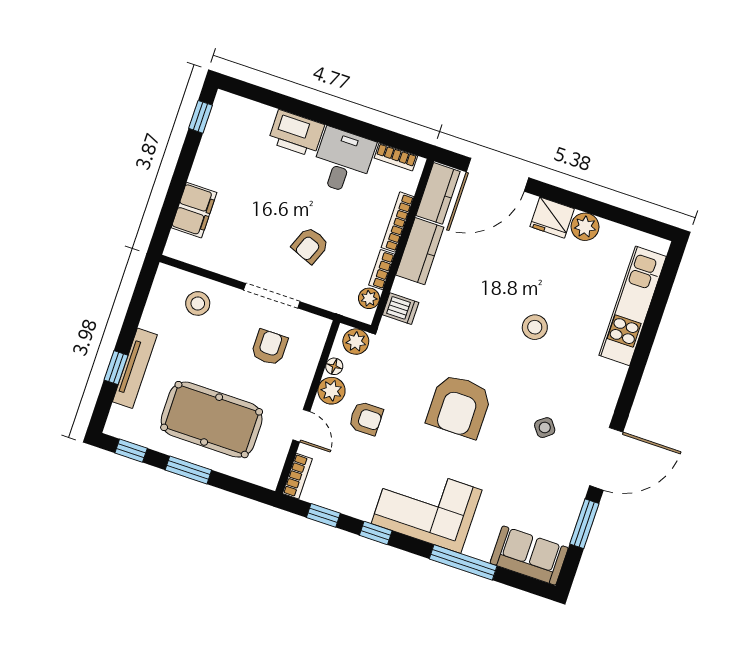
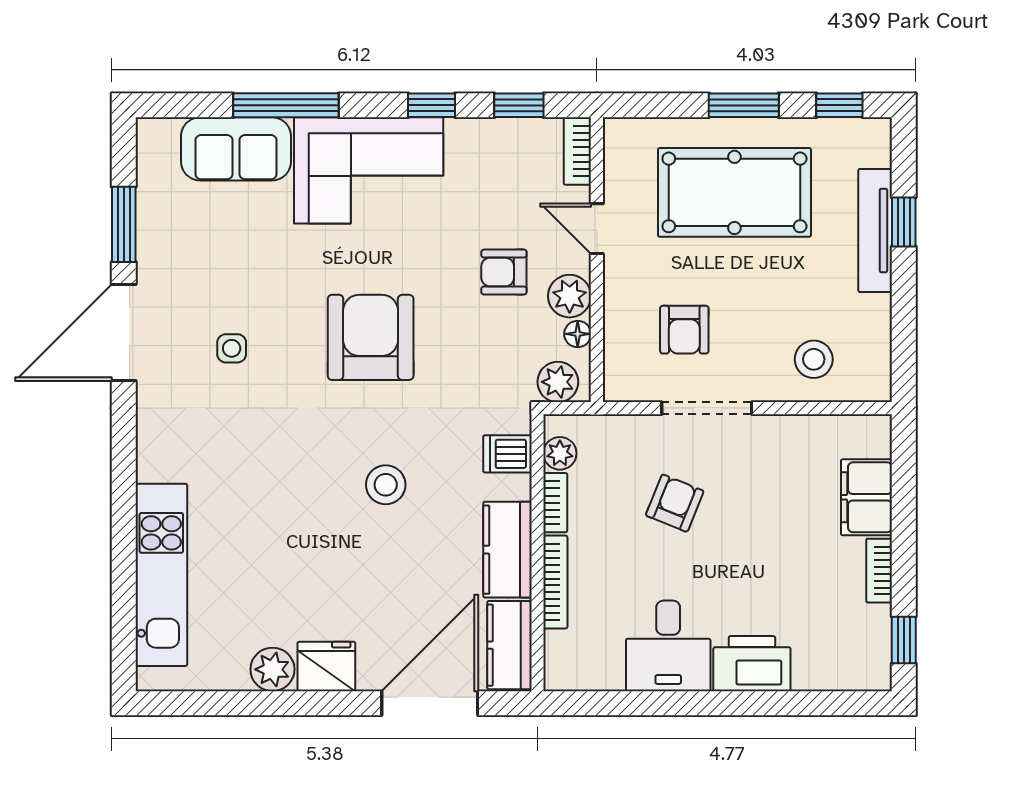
bookcase: (396, 157) -> (879, 571), moved, turned -90
stool: (535, 327) -> (386, 485), moved
side table: (545, 428) -> (232, 348), turned 37
sofa: (529, 556) -> (236, 149), moved

